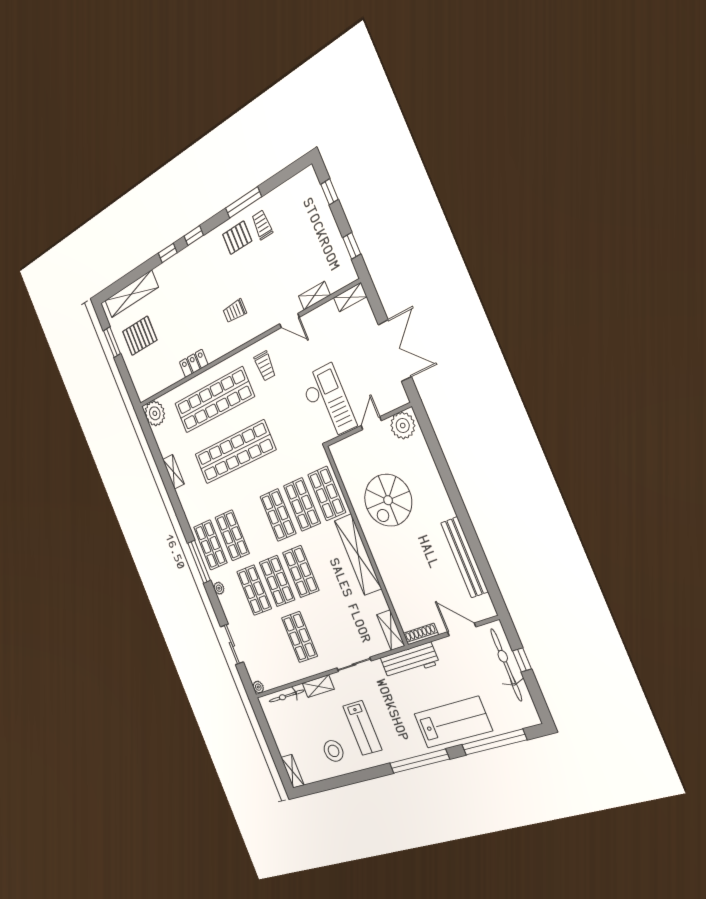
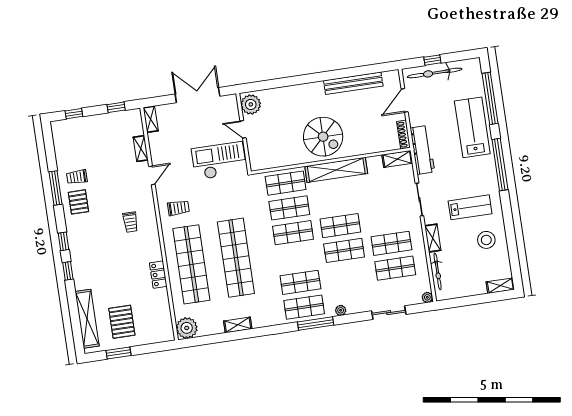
spiral stairs: (388, 500) -> (323, 137), moved
shop shelf: (254, 590) -> (395, 268), moved

